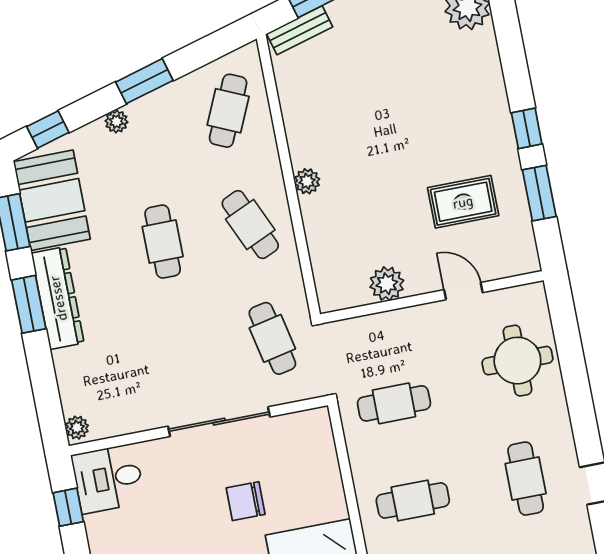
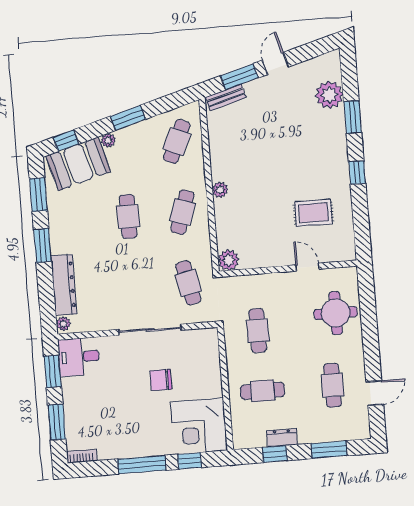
window: (539, 193) -> (353, 117), moved
booth: (52, 200) -> (78, 164), moved, turned 74
cafe table: (250, 225) -> (183, 212), turned 42
plant: (387, 284) -> (228, 260), moved
dresser: (58, 298) -> (64, 285), moved
cafe table: (394, 403) -> (258, 331), turned 90
window: (68, 507) -> (53, 371), width x1.50

